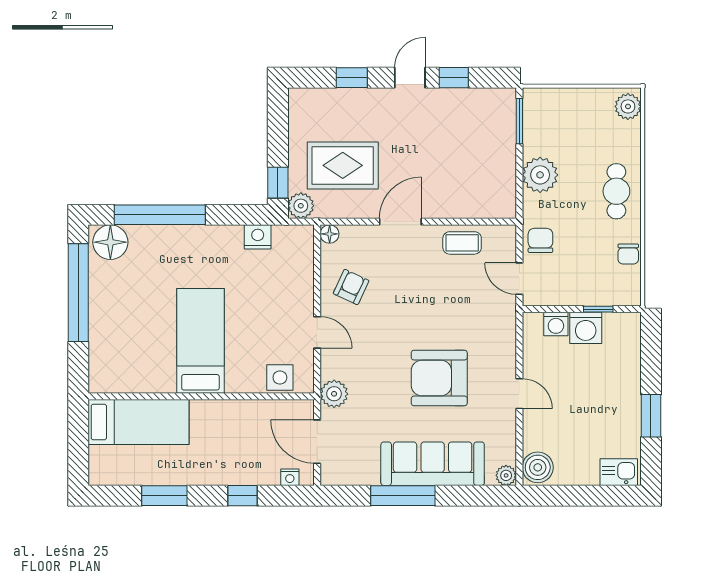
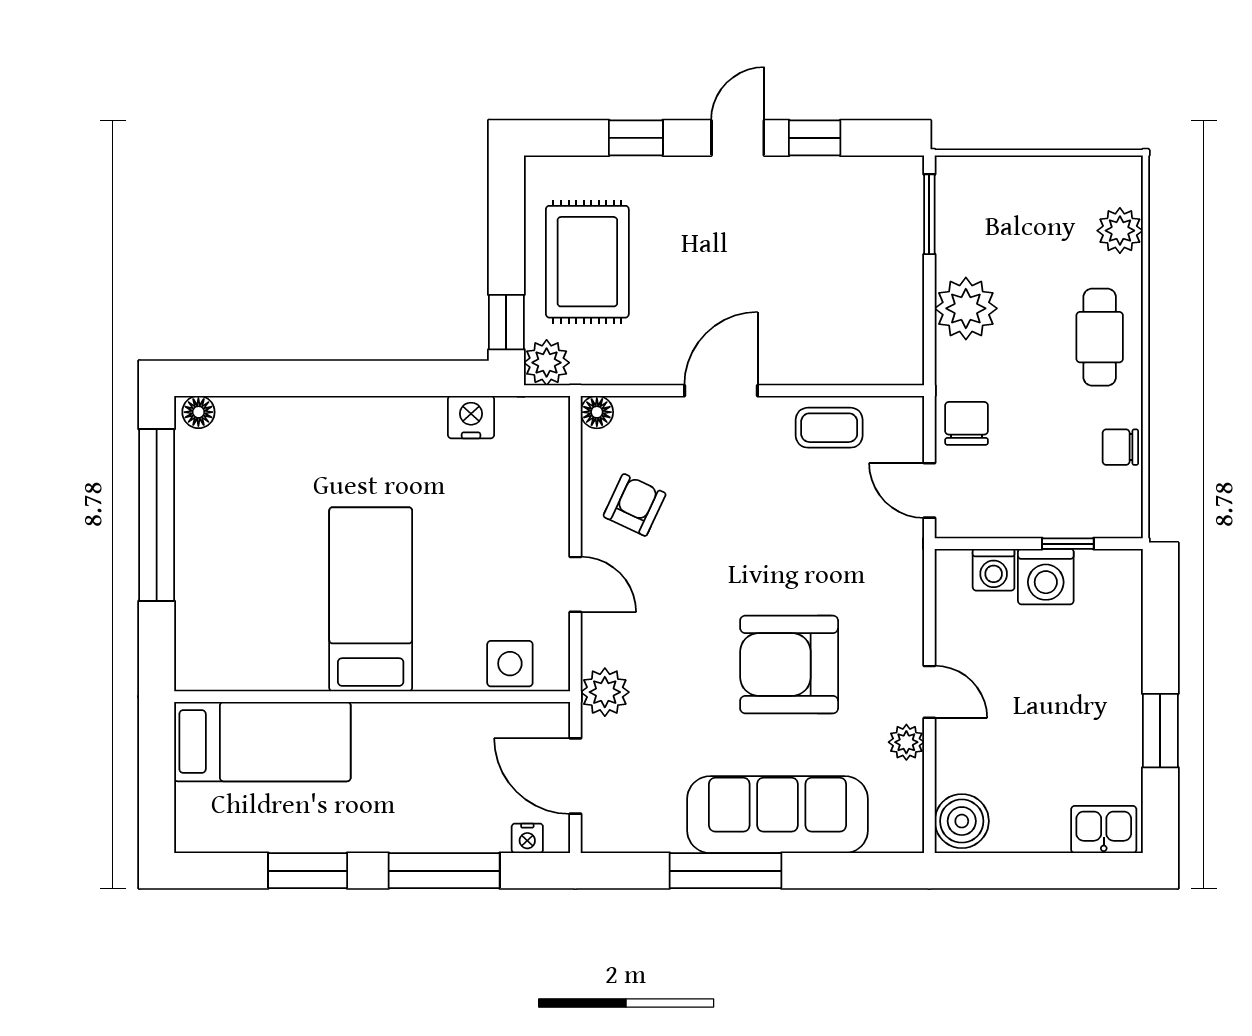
plant: (628, 106) -> (1120, 231), moved
rug: (343, 165) -> (587, 262), moved, turned 90
window: (160, 215) -> (299, 378), removed
floor lamp: (110, 242) -> (198, 412), width x0.53, depth x0.53
chair: (628, 254) -> (1120, 447), turned 90
plant: (506, 475) -> (906, 742), moved
window: (242, 496) -> (444, 871), width x2.17

